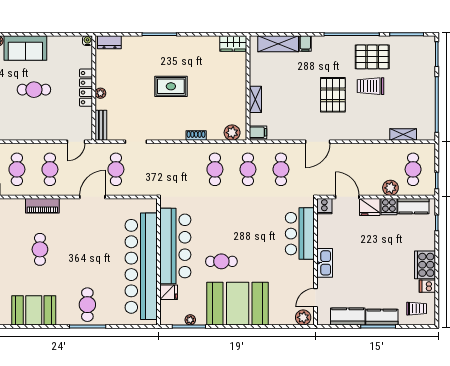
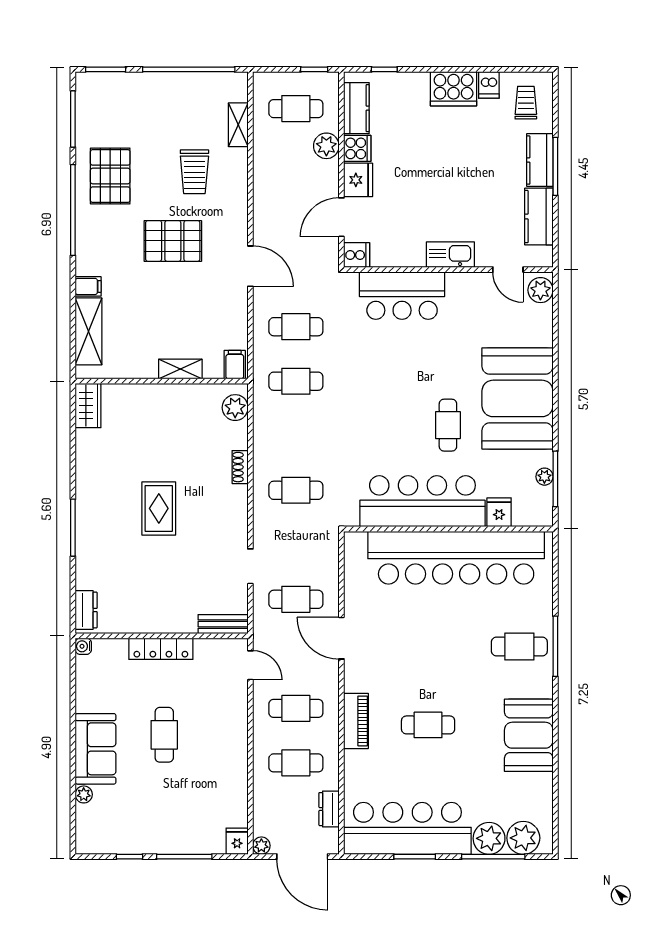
trolley: (370, 86) -> (194, 172), moved
plant: (100, 93) -> (170, 625), removed
cafe table: (215, 169) -> (296, 490), moved

